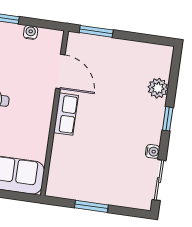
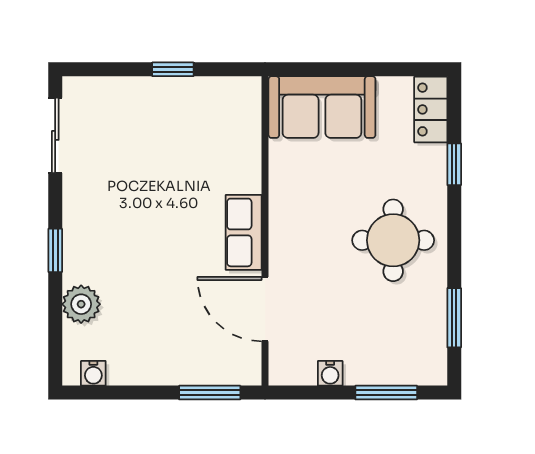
water cooler: (153, 151) -> (93, 373), moved, turned -90
window: (91, 206) -> (173, 69), width x0.67

